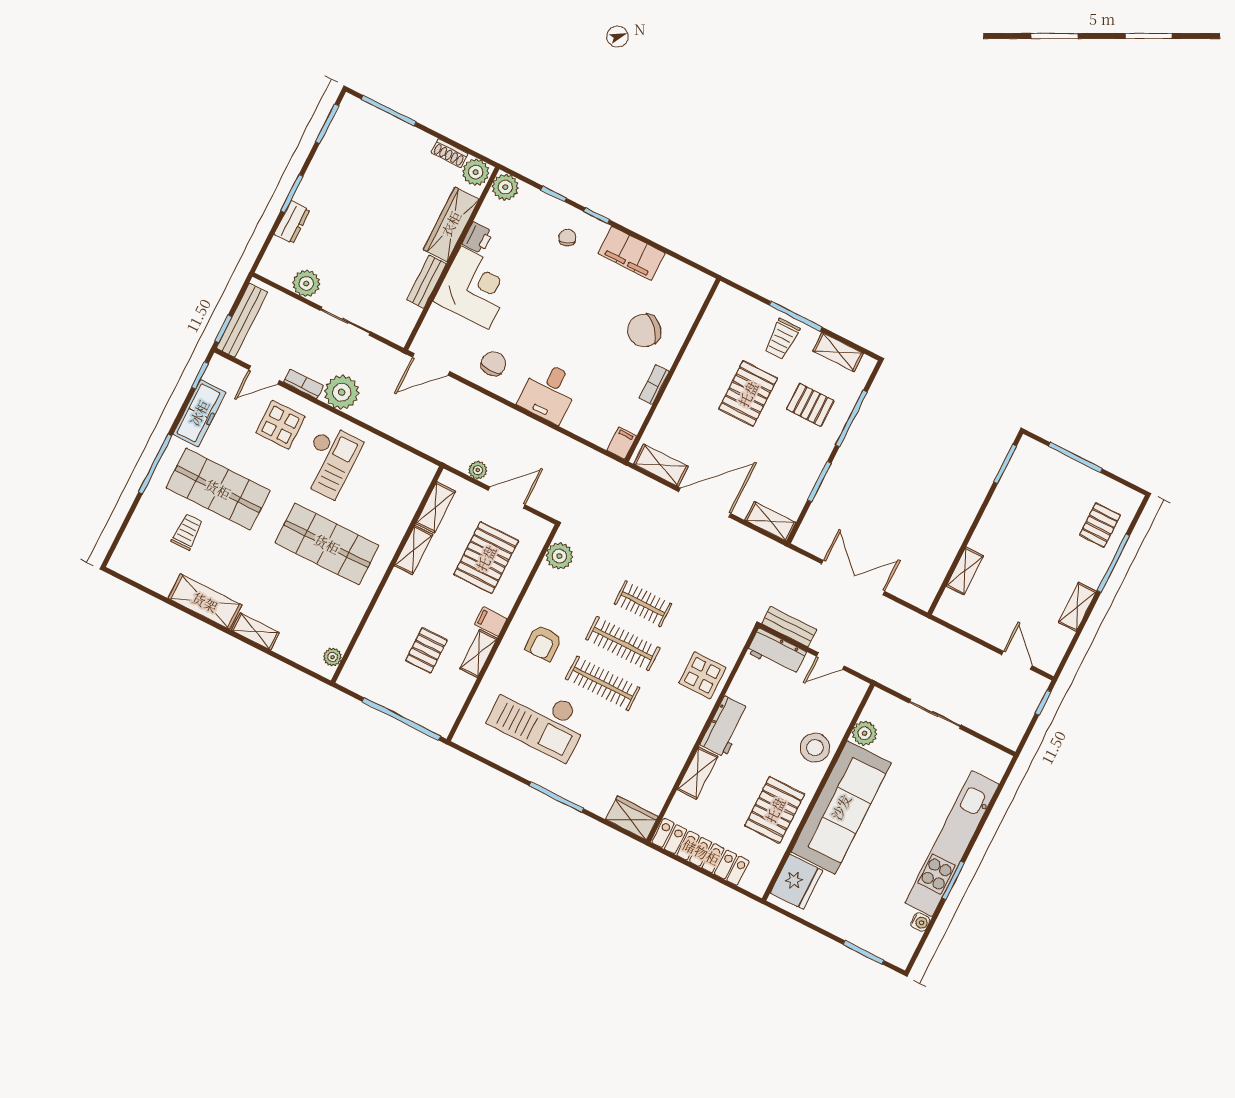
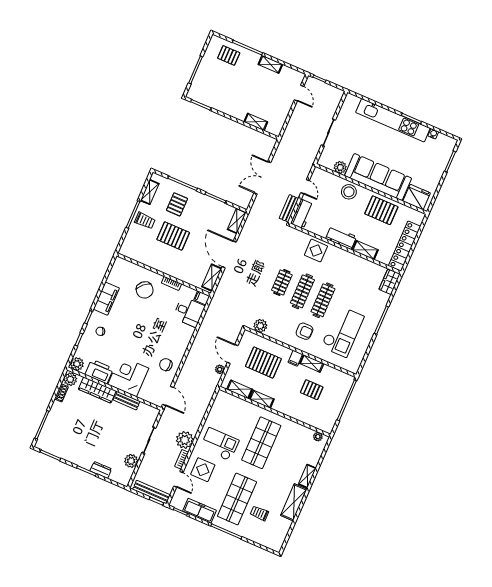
printer: (478, 238) -> (99, 371), width x1.87, depth x1.48
desk: (549, 392) -> (189, 312), moved
door: (1017, 660) -> (299, 93), swing flipped

